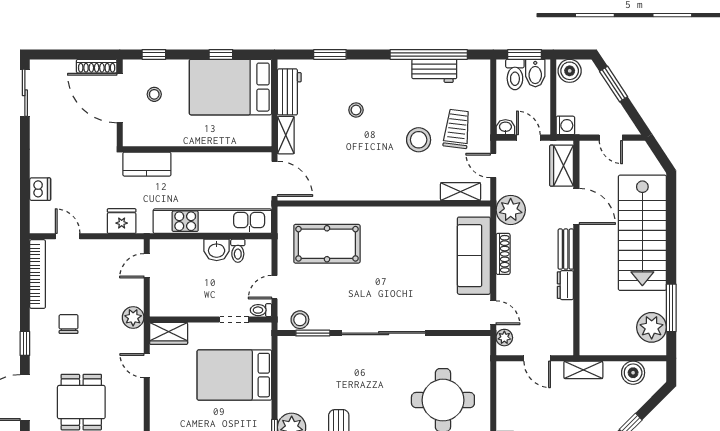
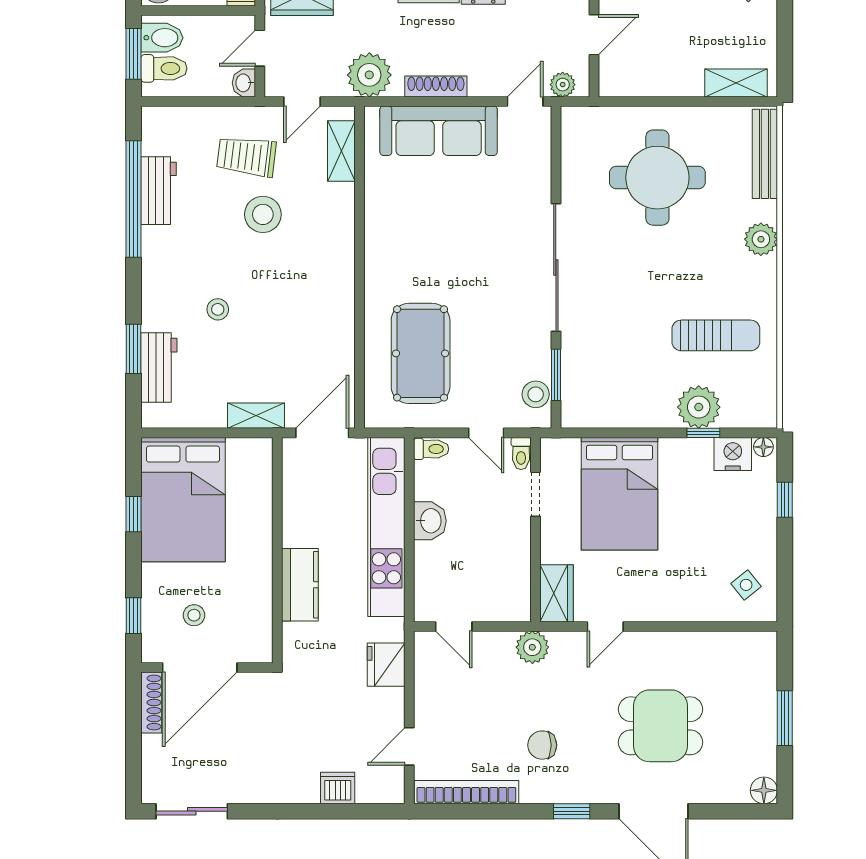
workbench: (289, 92) -> (159, 367), moved, turned 90
kitchen counter: (147, 164) -> (300, 585), moved
toilet: (238, 251) -> (431, 449), moved

